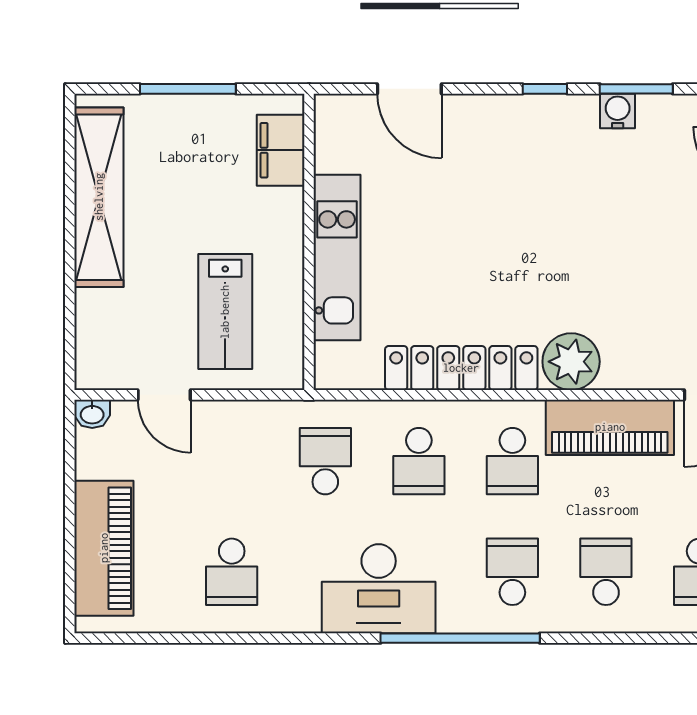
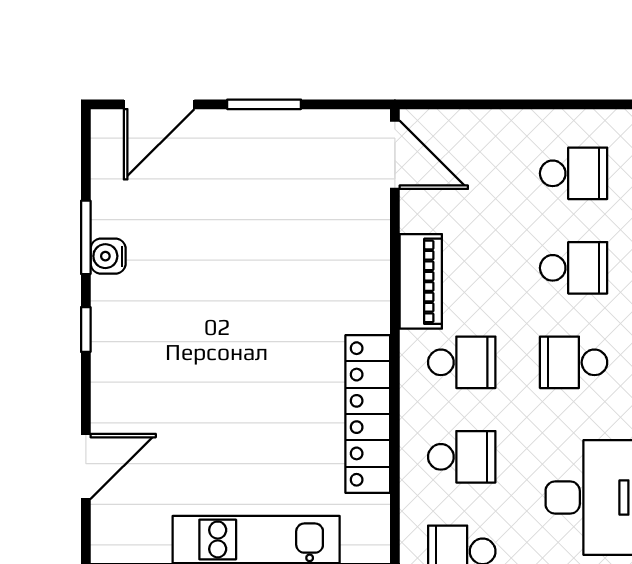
plant: (571, 362) -> (361, 303), removed
piano: (610, 427) -> (421, 281), width x0.73, depth x0.75
school desk: (606, 572) -> (574, 268), turned 180

